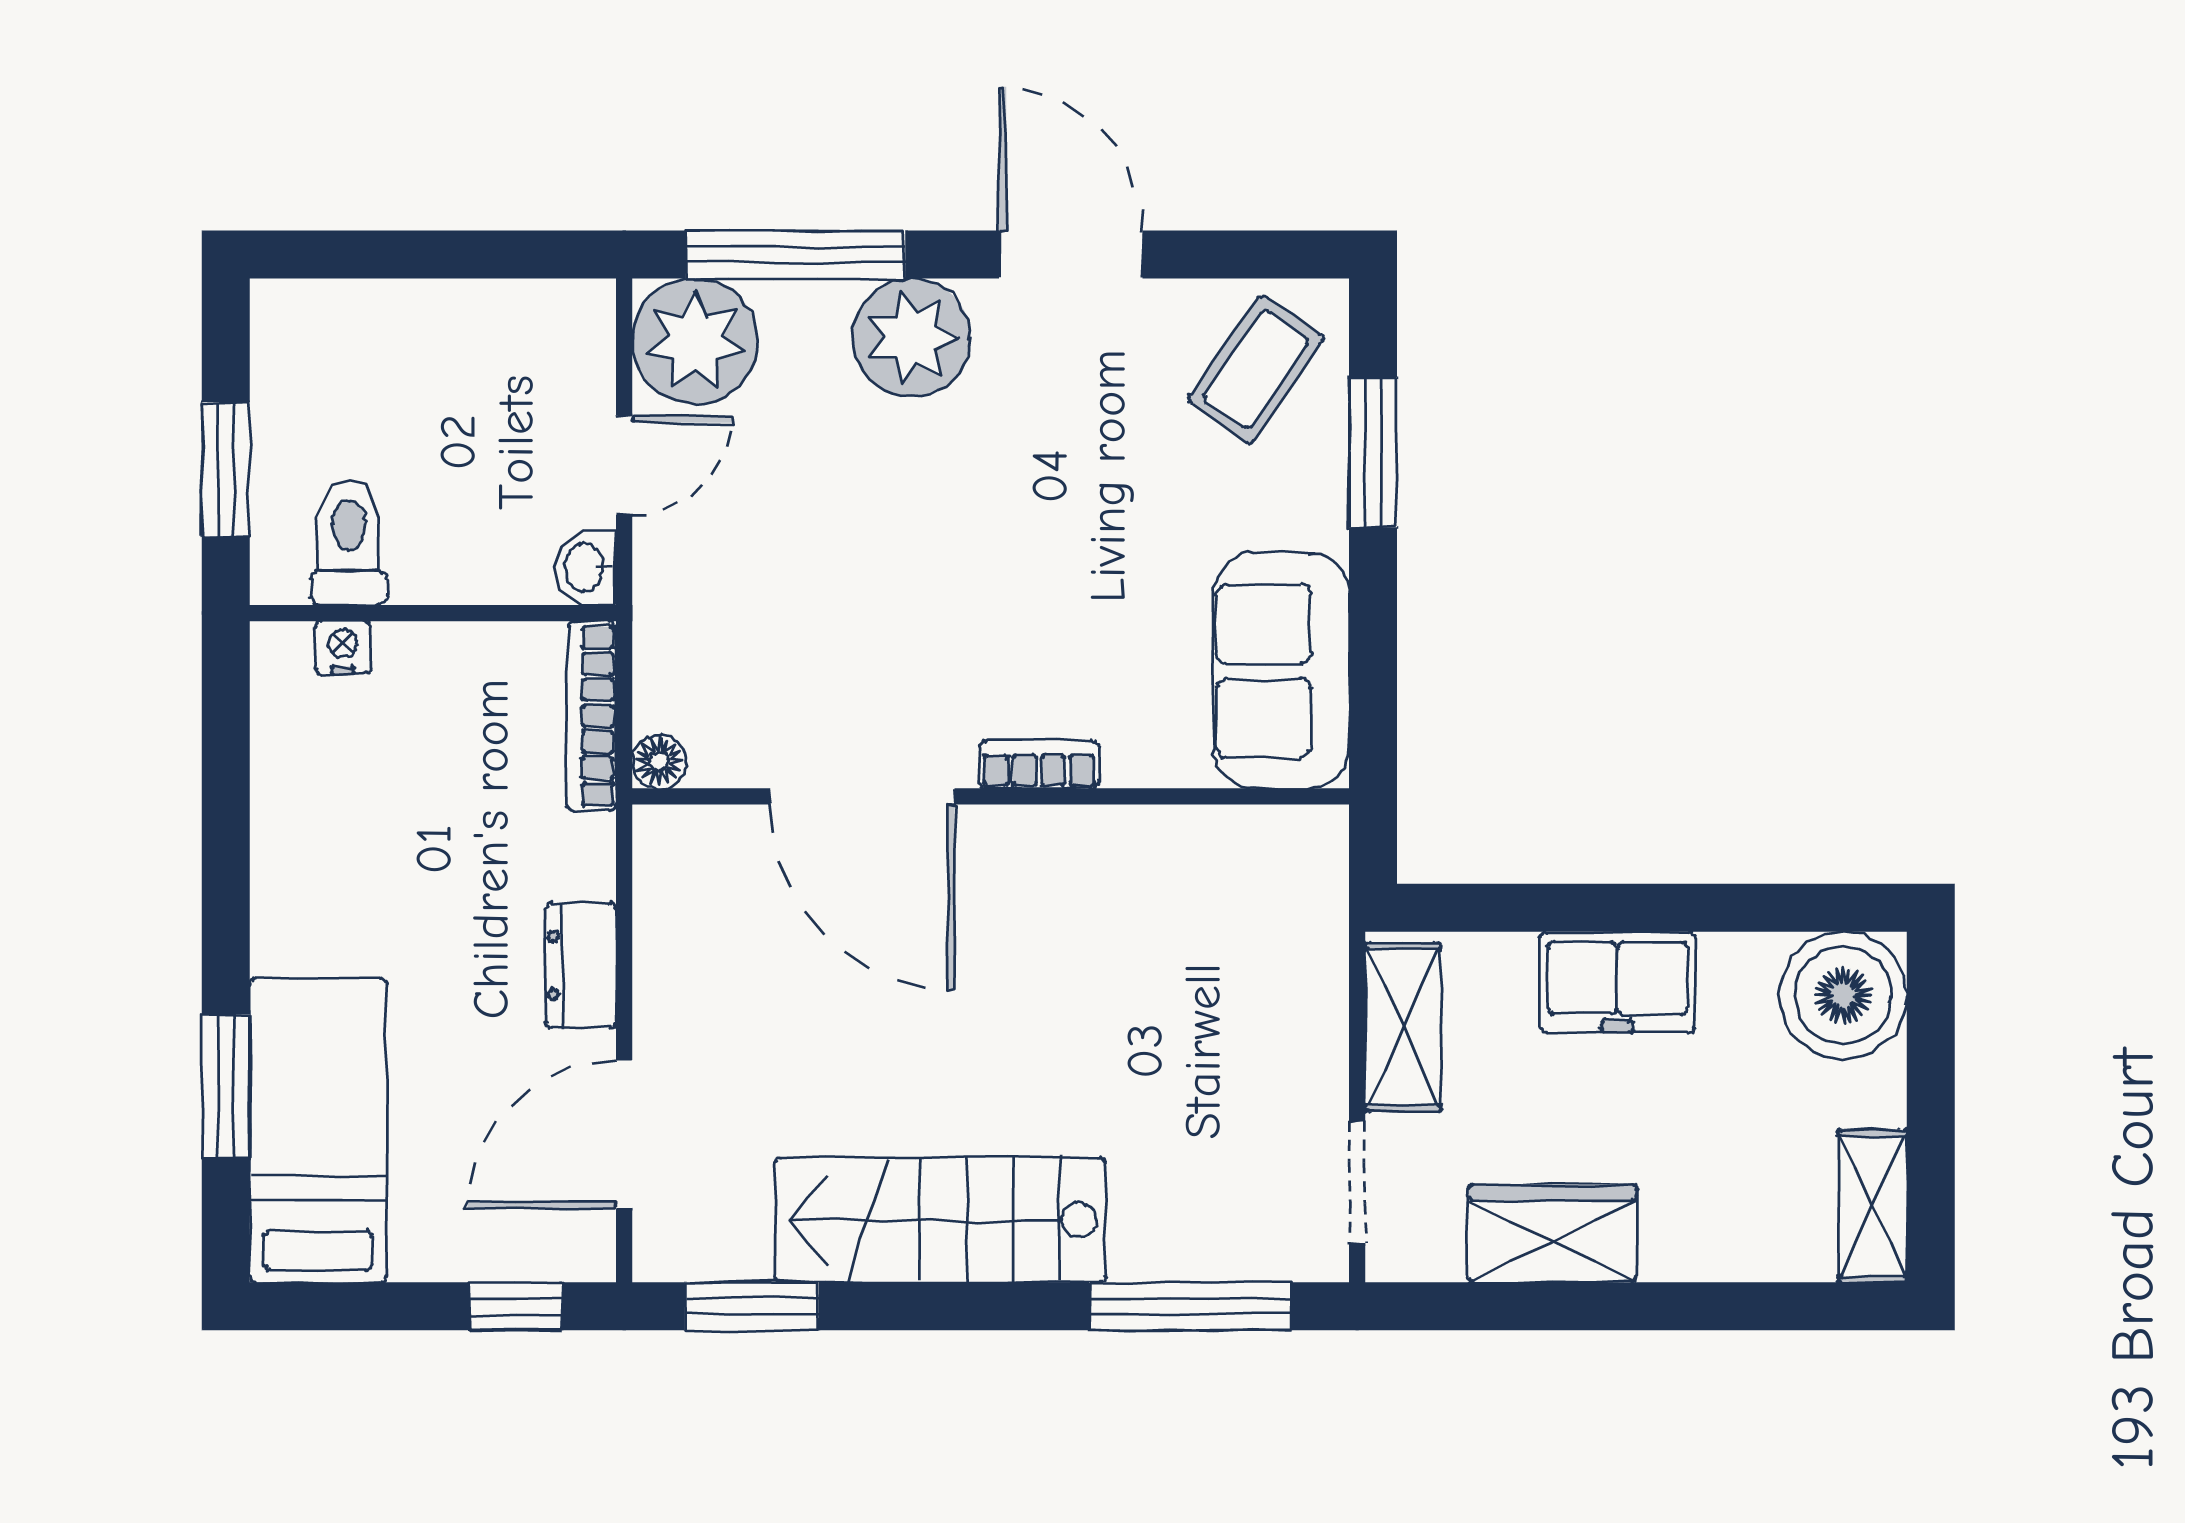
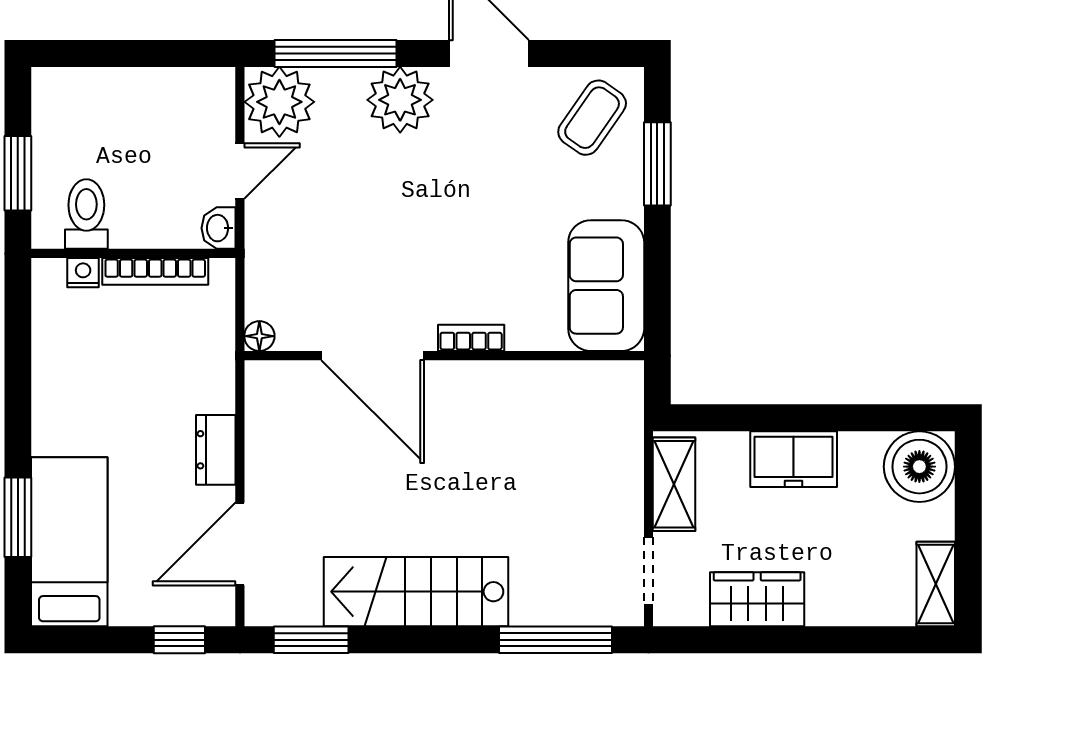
bookcase: (592, 716) -> (155, 271), moved, turned -90

